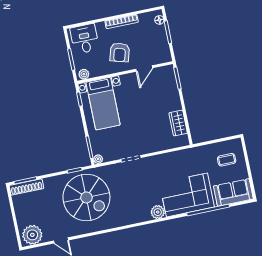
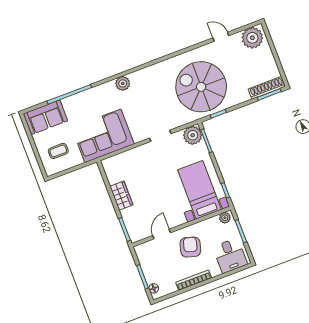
wardrobe: (178, 123) -> (121, 196), moved
plant: (98, 159) -> (193, 135), width x1.87, depth x1.87
corner sofa: (187, 195) -> (103, 136), moved, turned 180

